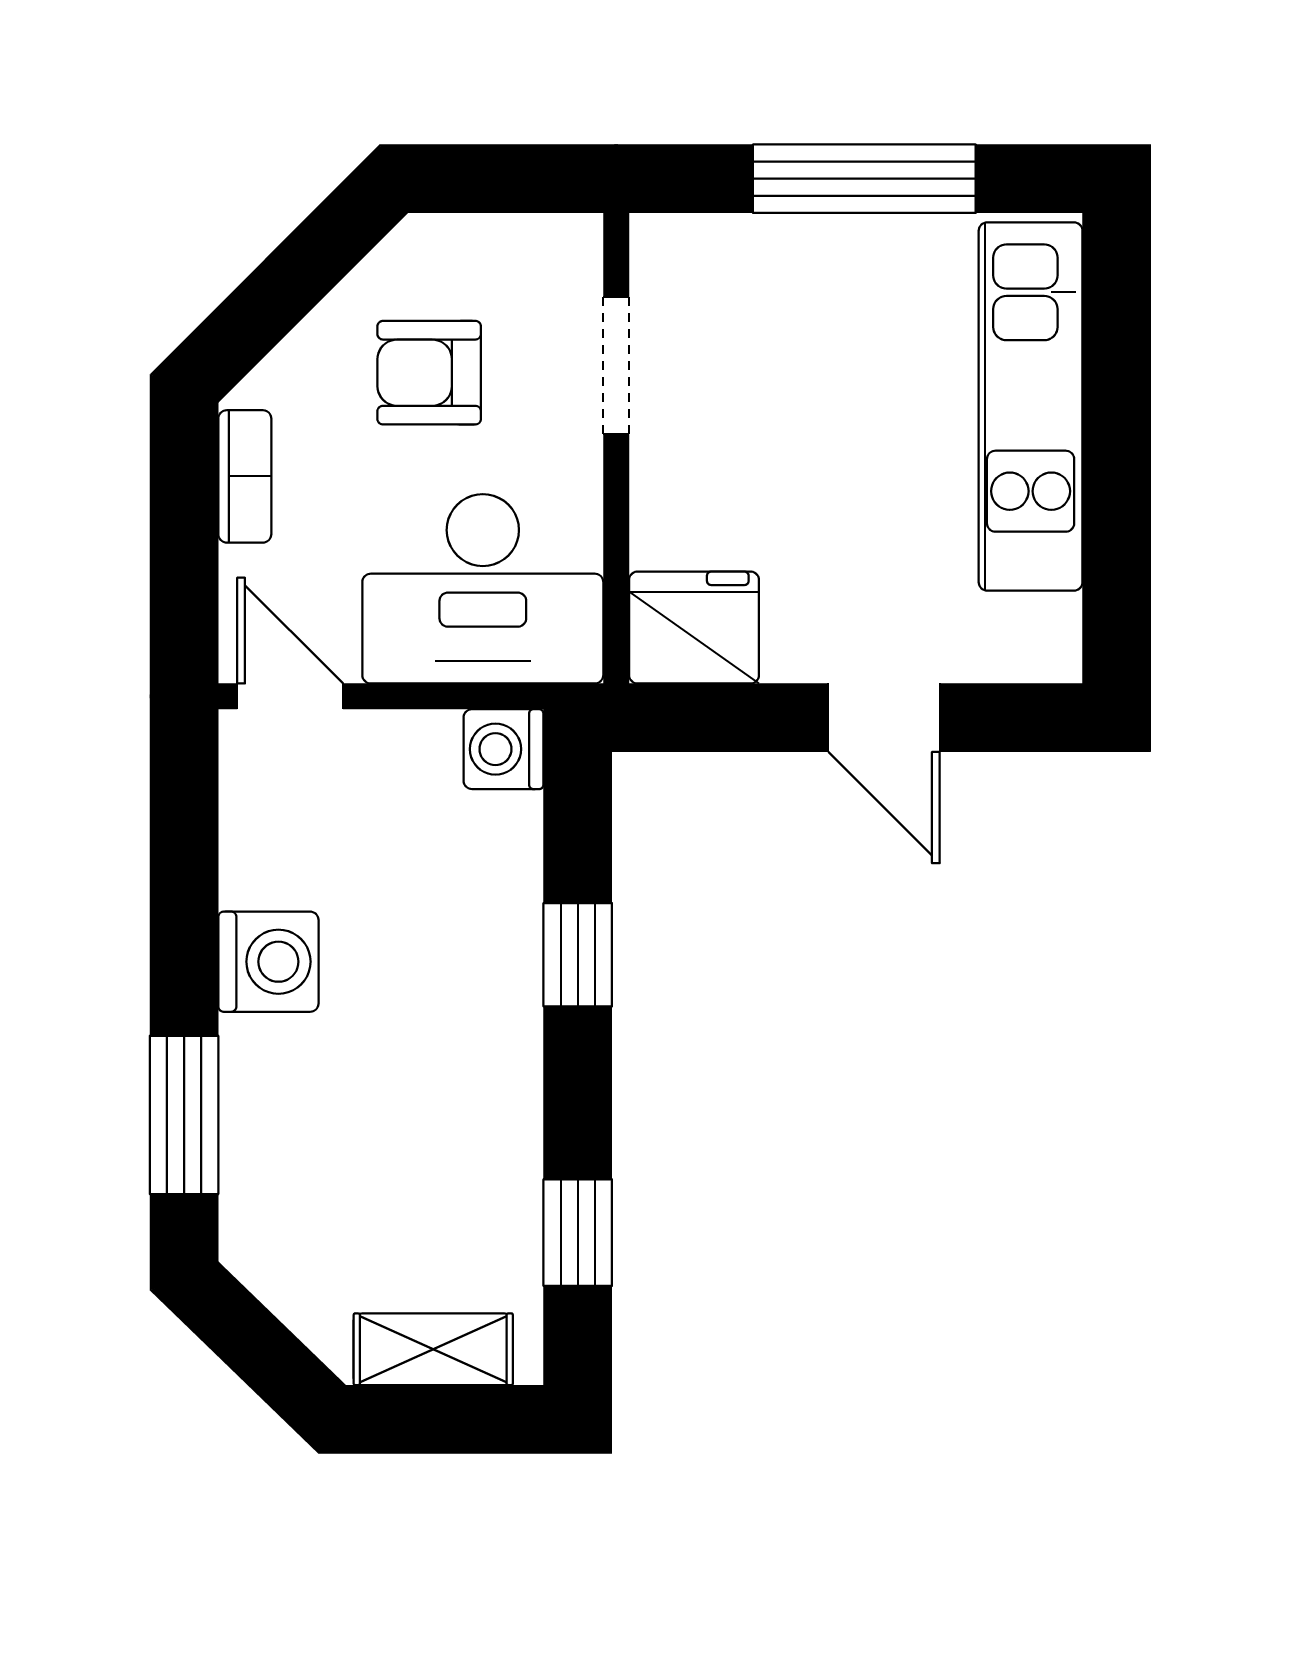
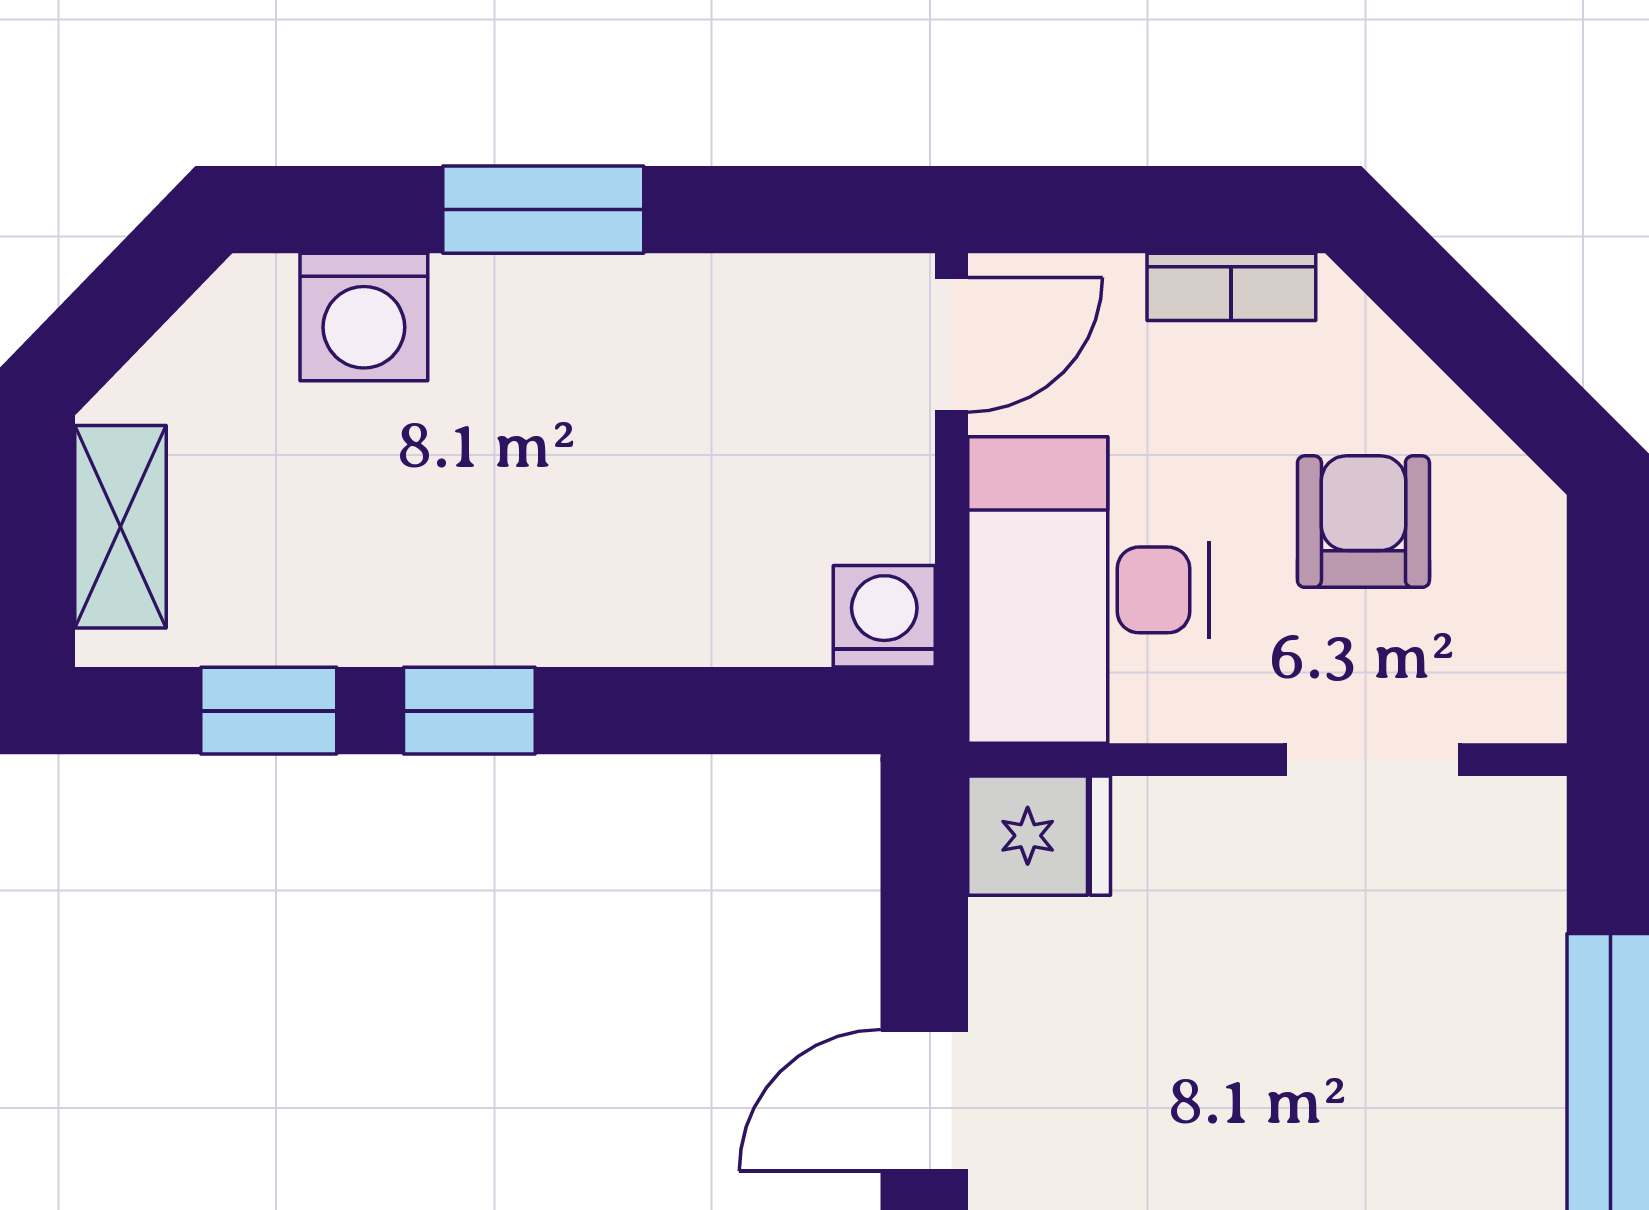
fridge: (694, 628) -> (1039, 836), width x0.72
window: (578, 955) -> (469, 711), moved
washing machine: (268, 962) -> (364, 317), moved
window: (184, 1115) -> (543, 210), moved

